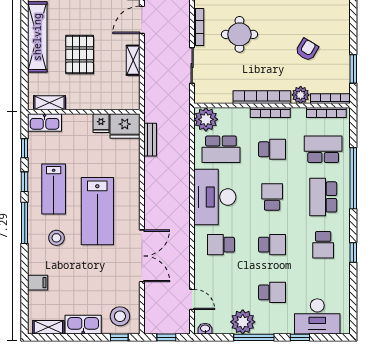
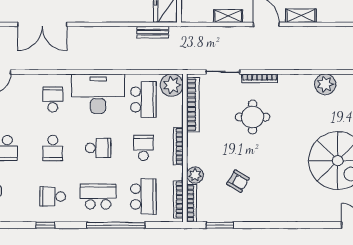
bookcase: (262, 97) -> (193, 105), moved
school desk: (221, 149) -> (143, 99), turned 180
school desk: (272, 149) -> (143, 148), turned 180

